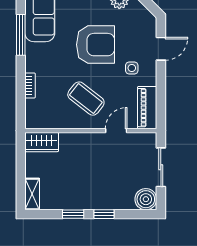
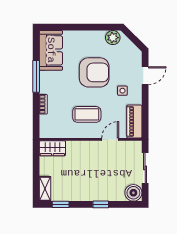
window: (21, 35) -> (36, 76), moved
coffee table: (86, 99) -> (87, 114), turned -38
window: (73, 214) -> (61, 204), moved

